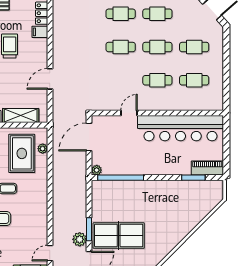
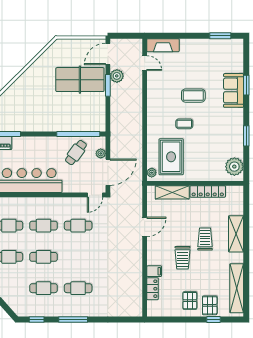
cafe table: (121, 47) -> (78, 226), moved
door: (129, 113) -> (95, 195), moved
plant: (43, 149) -> (152, 173), moved
cafe table: (123, 158) -> (76, 153), added
plant: (97, 170) -> (101, 153), moved
door: (50, 253) -> (145, 63), hinge flipped

